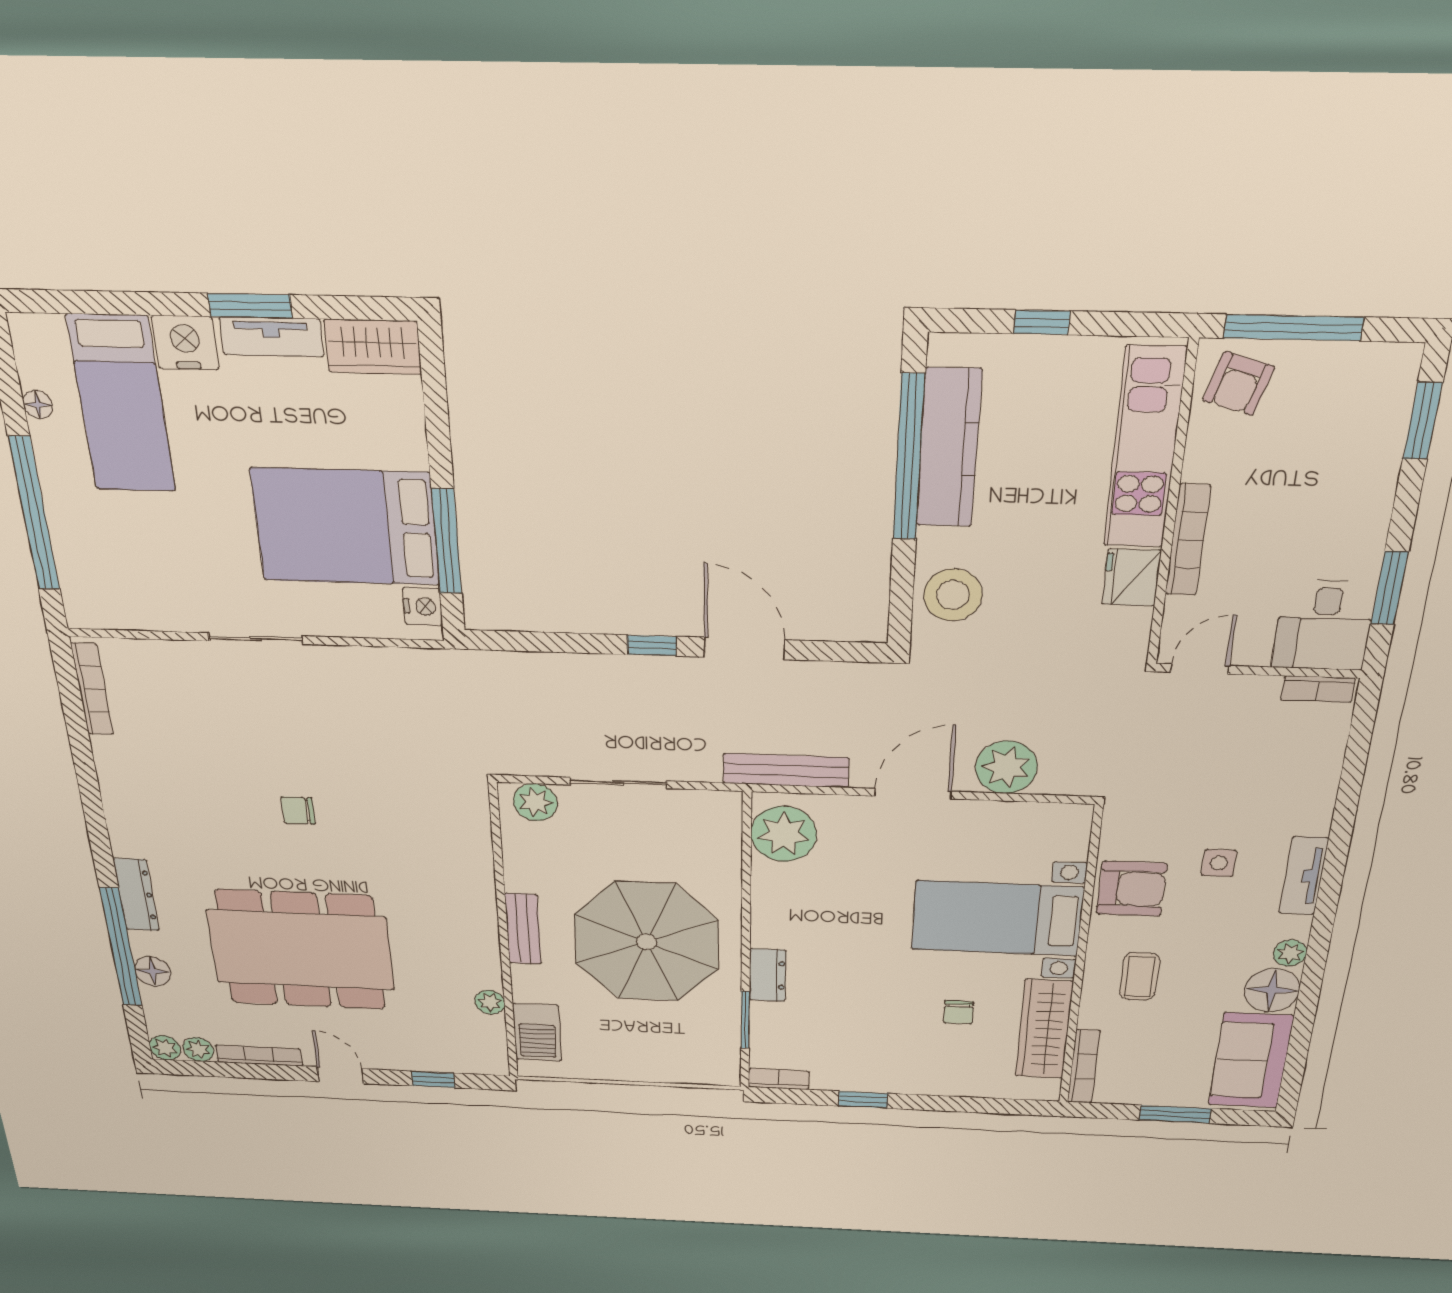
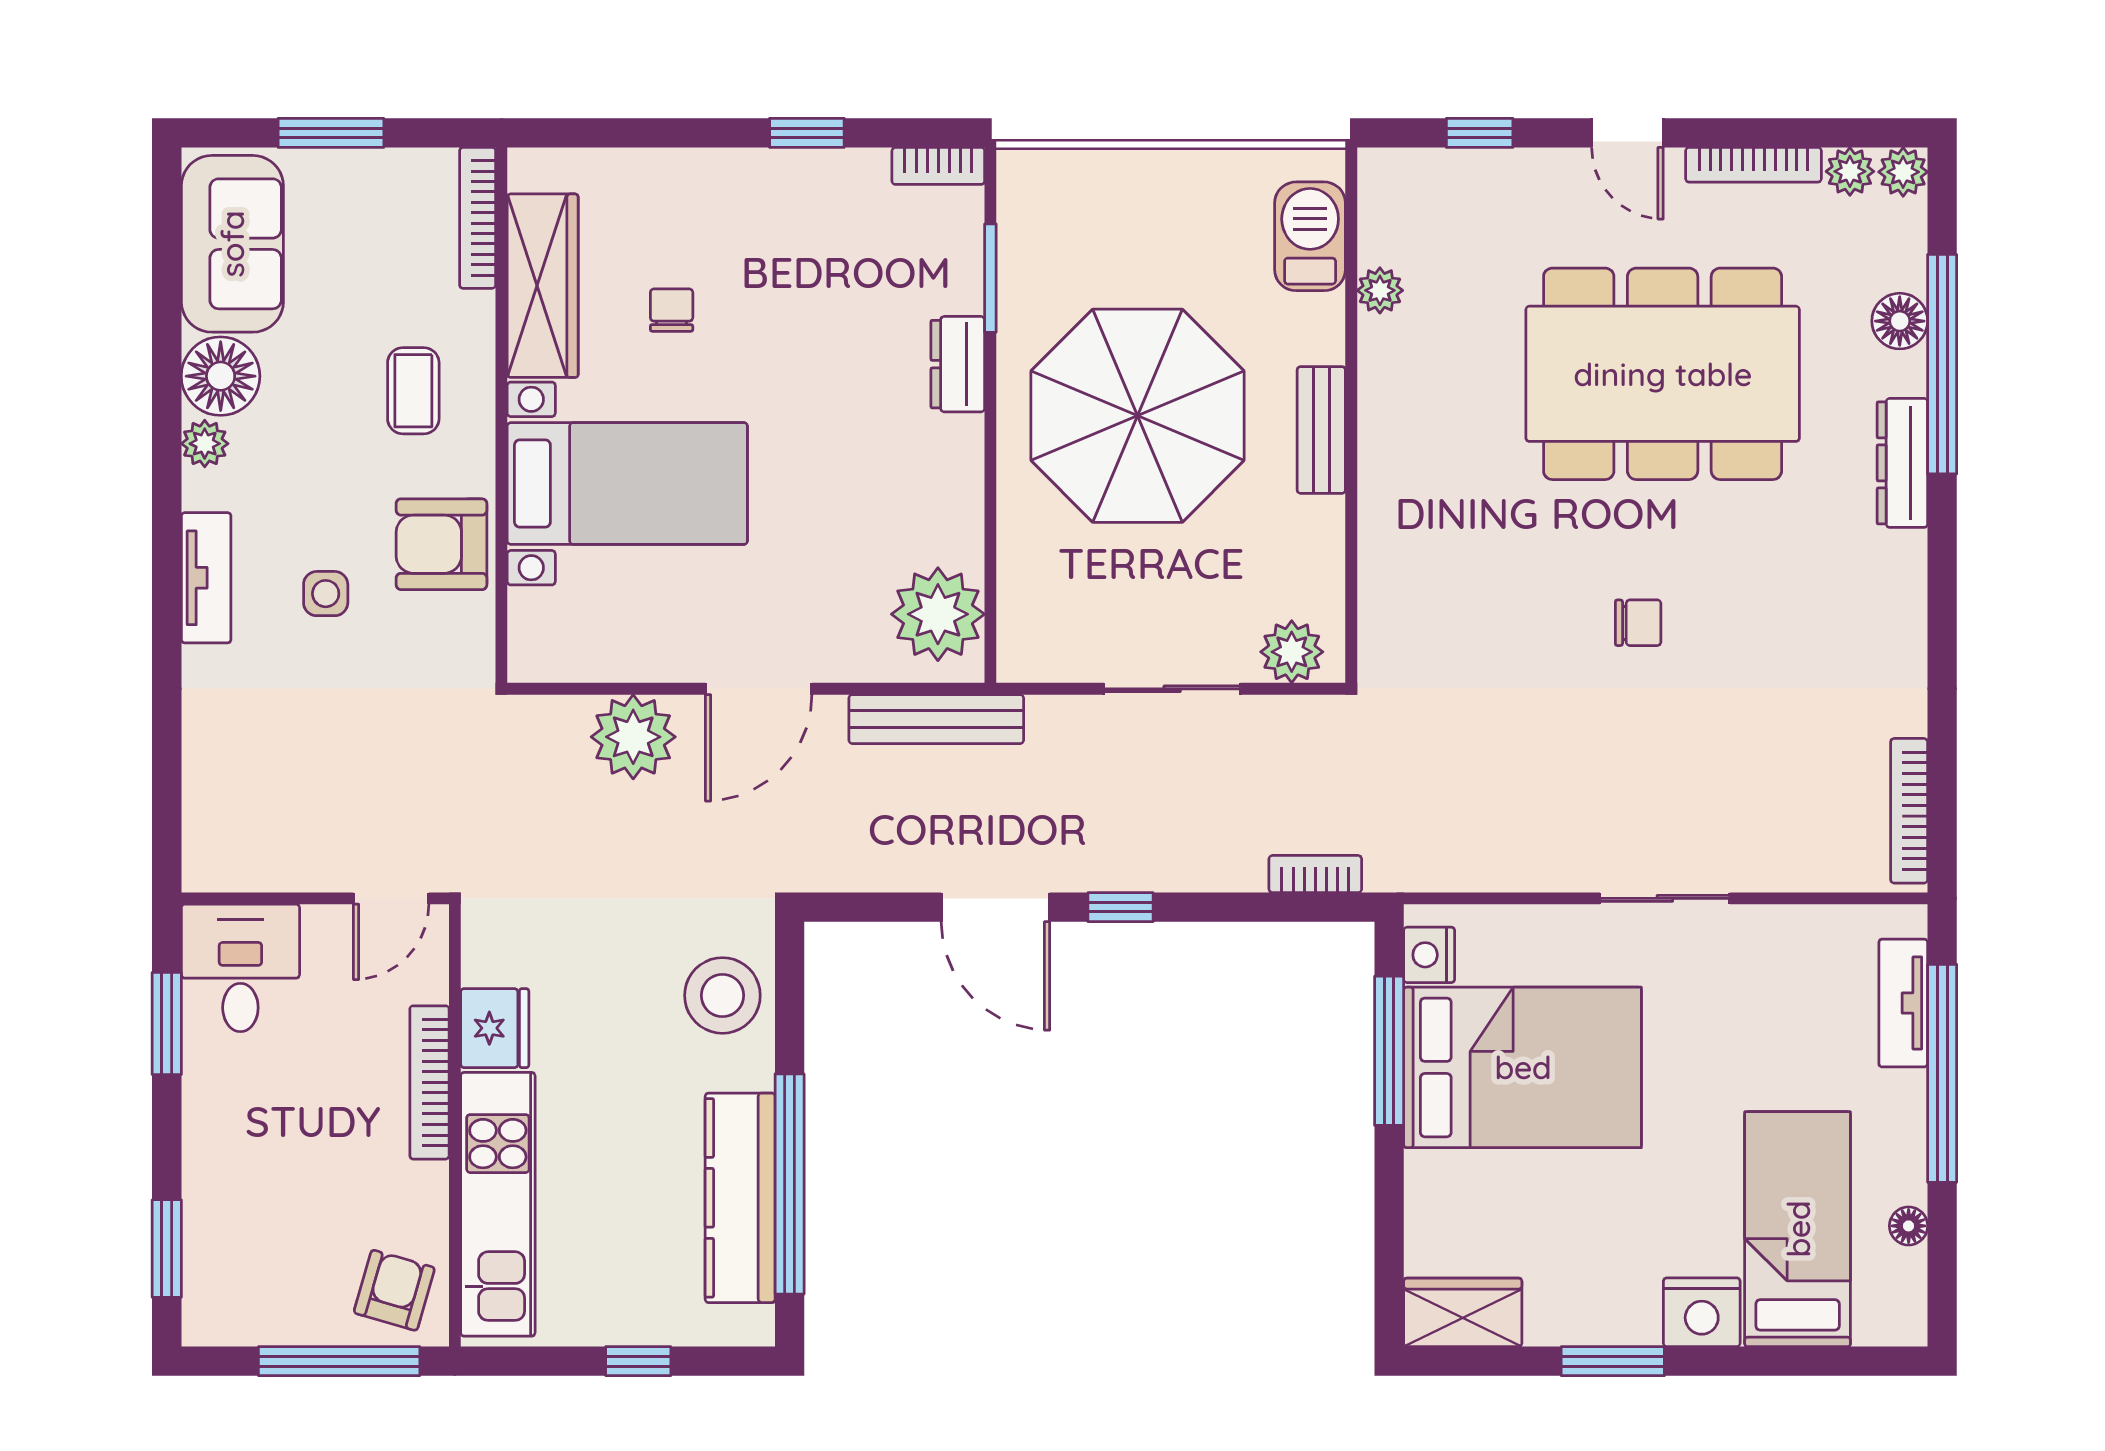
tv unit: (271, 337) -> (1903, 1003), moved, turned -90
bookcase: (1318, 689) -> (1315, 874), moved

